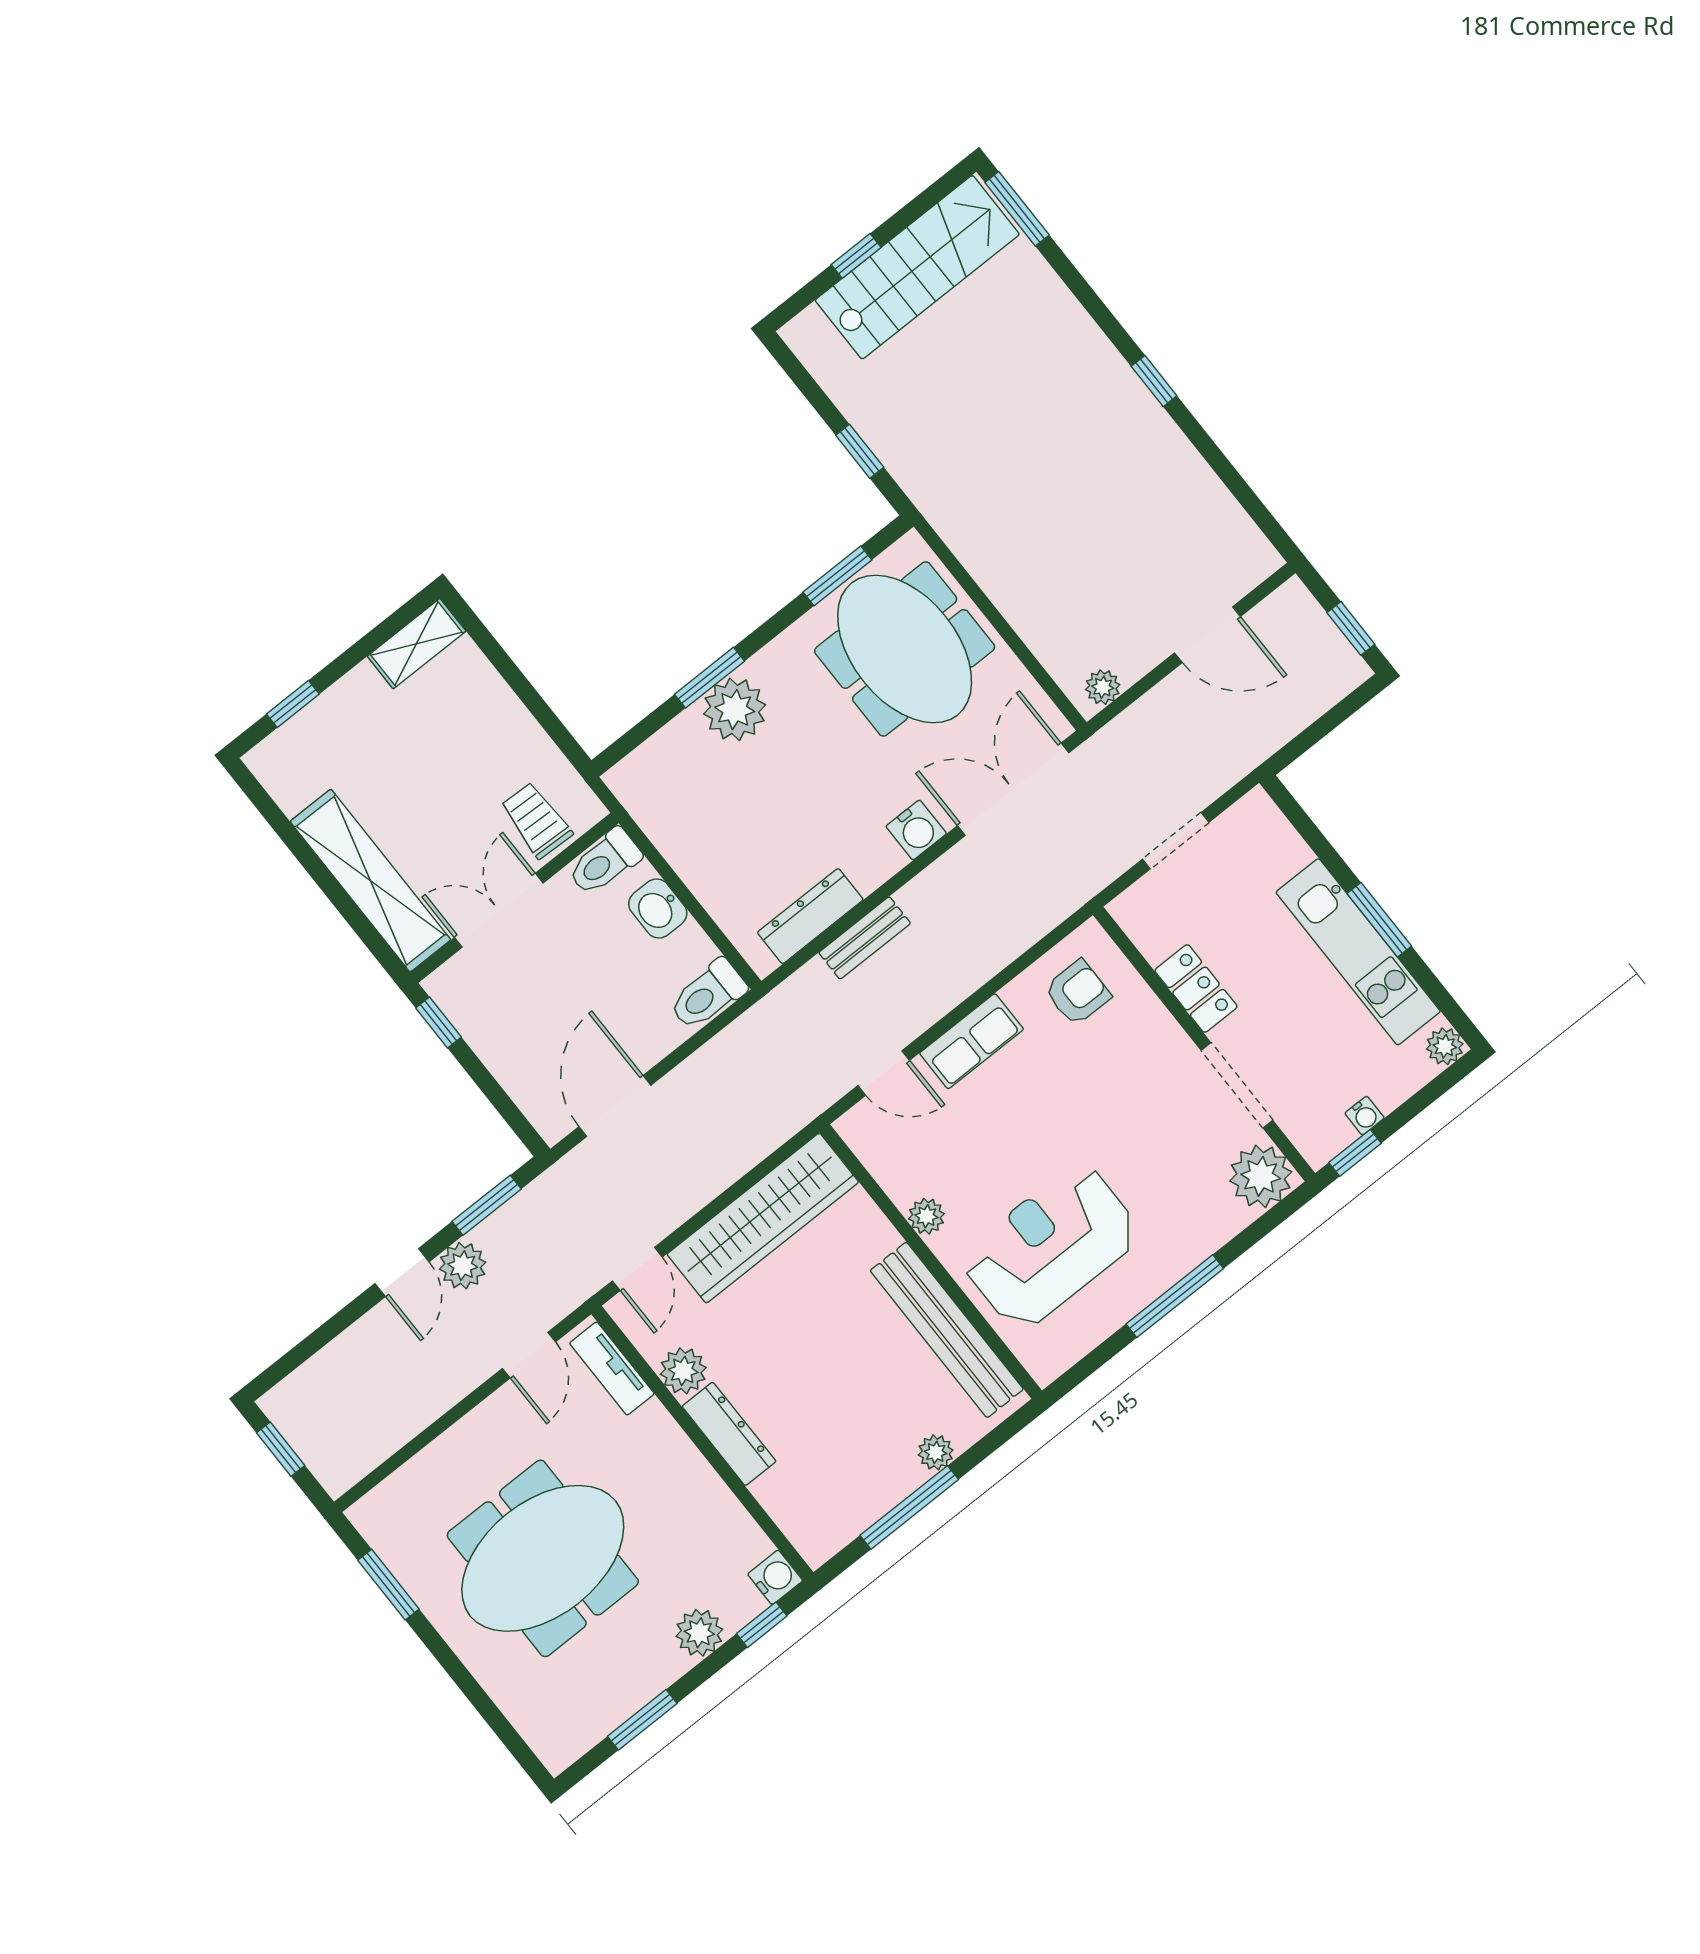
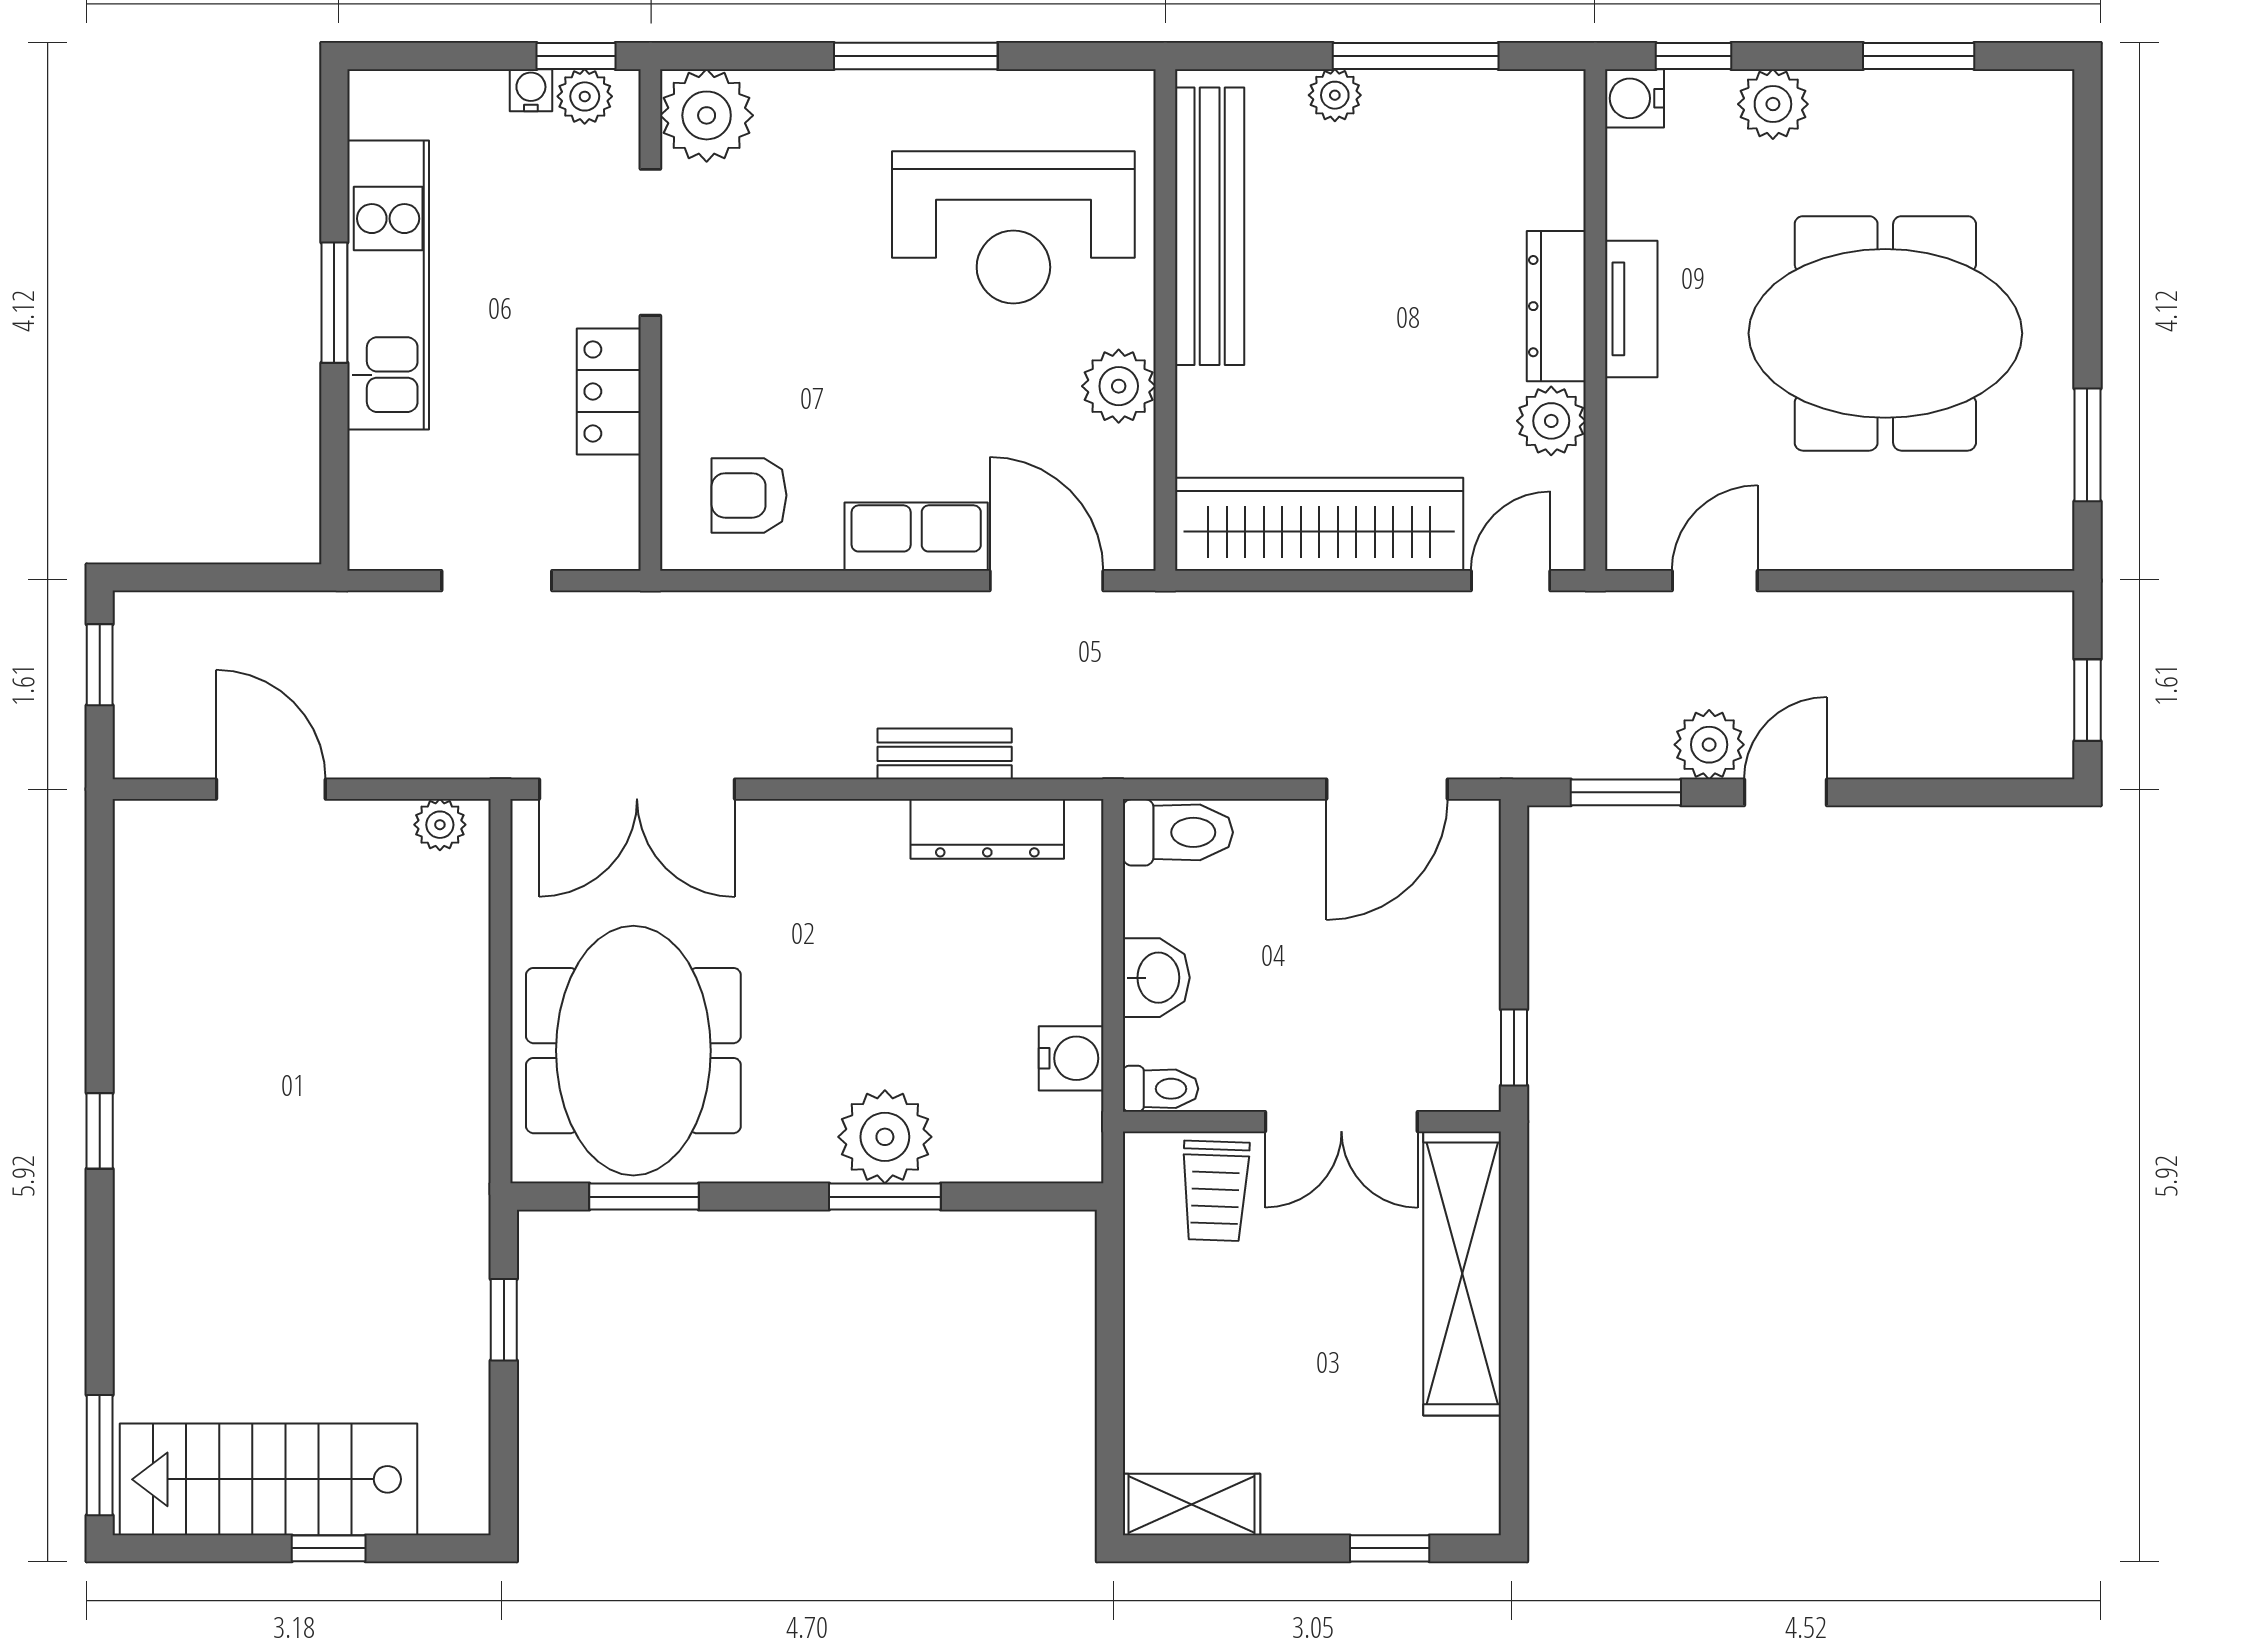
water cooler: (916, 830) -> (1071, 1058), moved, turned 90
toilet: (605, 862) -> (1161, 1089), width x0.73, depth x0.72
plant: (1445, 1046) -> (585, 96), moved
door: (884, 1073) -> (1047, 581), width x1.38
plant: (926, 1216) -> (1119, 386), width x1.38, depth x1.38
tv unit: (612, 1368) -> (1631, 309), moved

